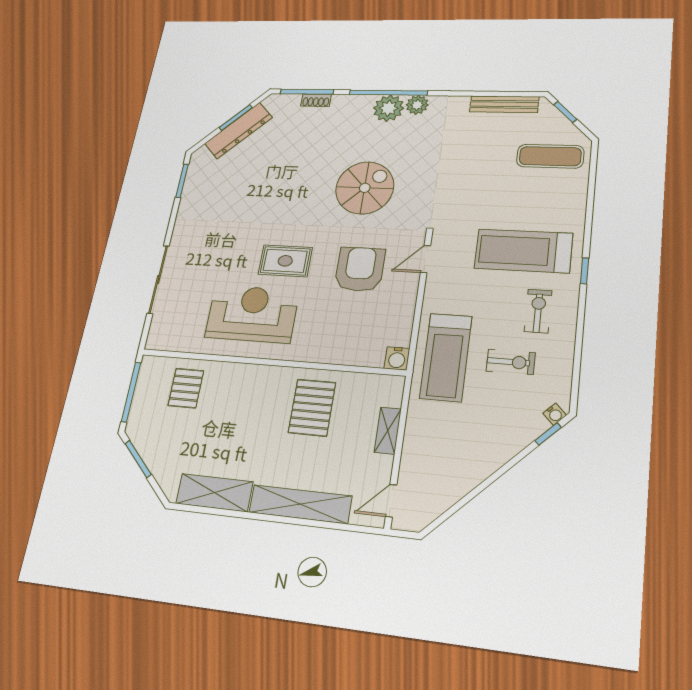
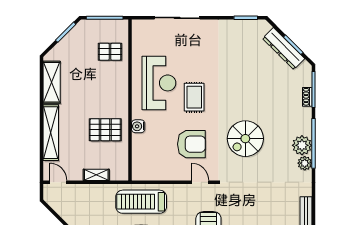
spiral stairs: (365, 188) -> (245, 139), turned 90
water cooler: (397, 358) -> (138, 126), moved

